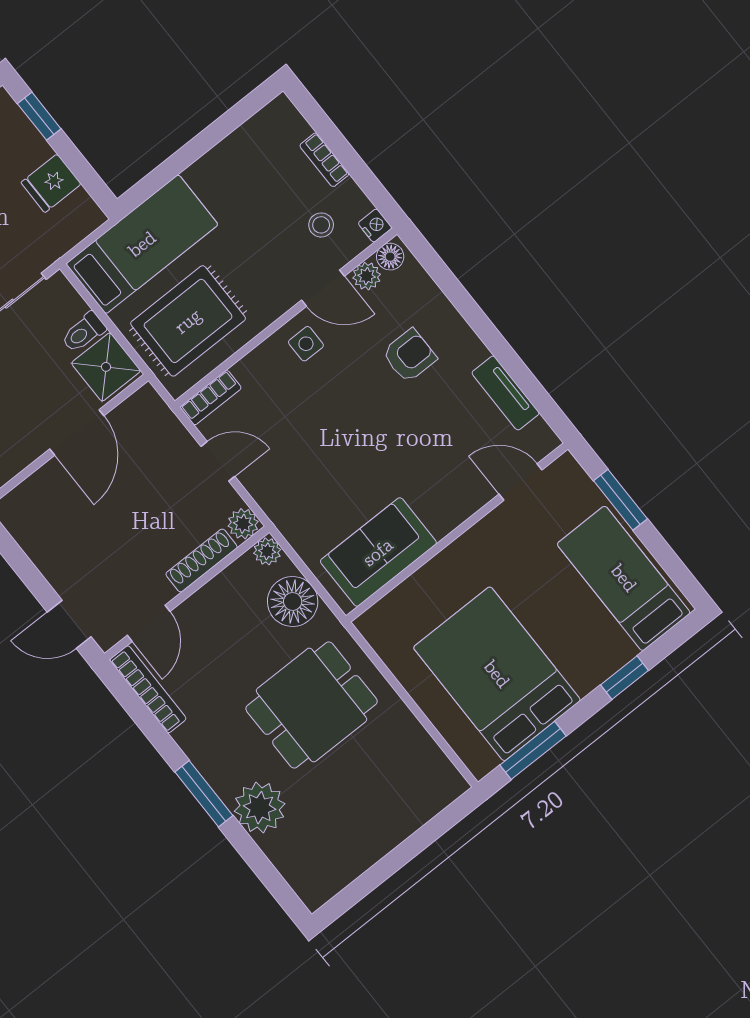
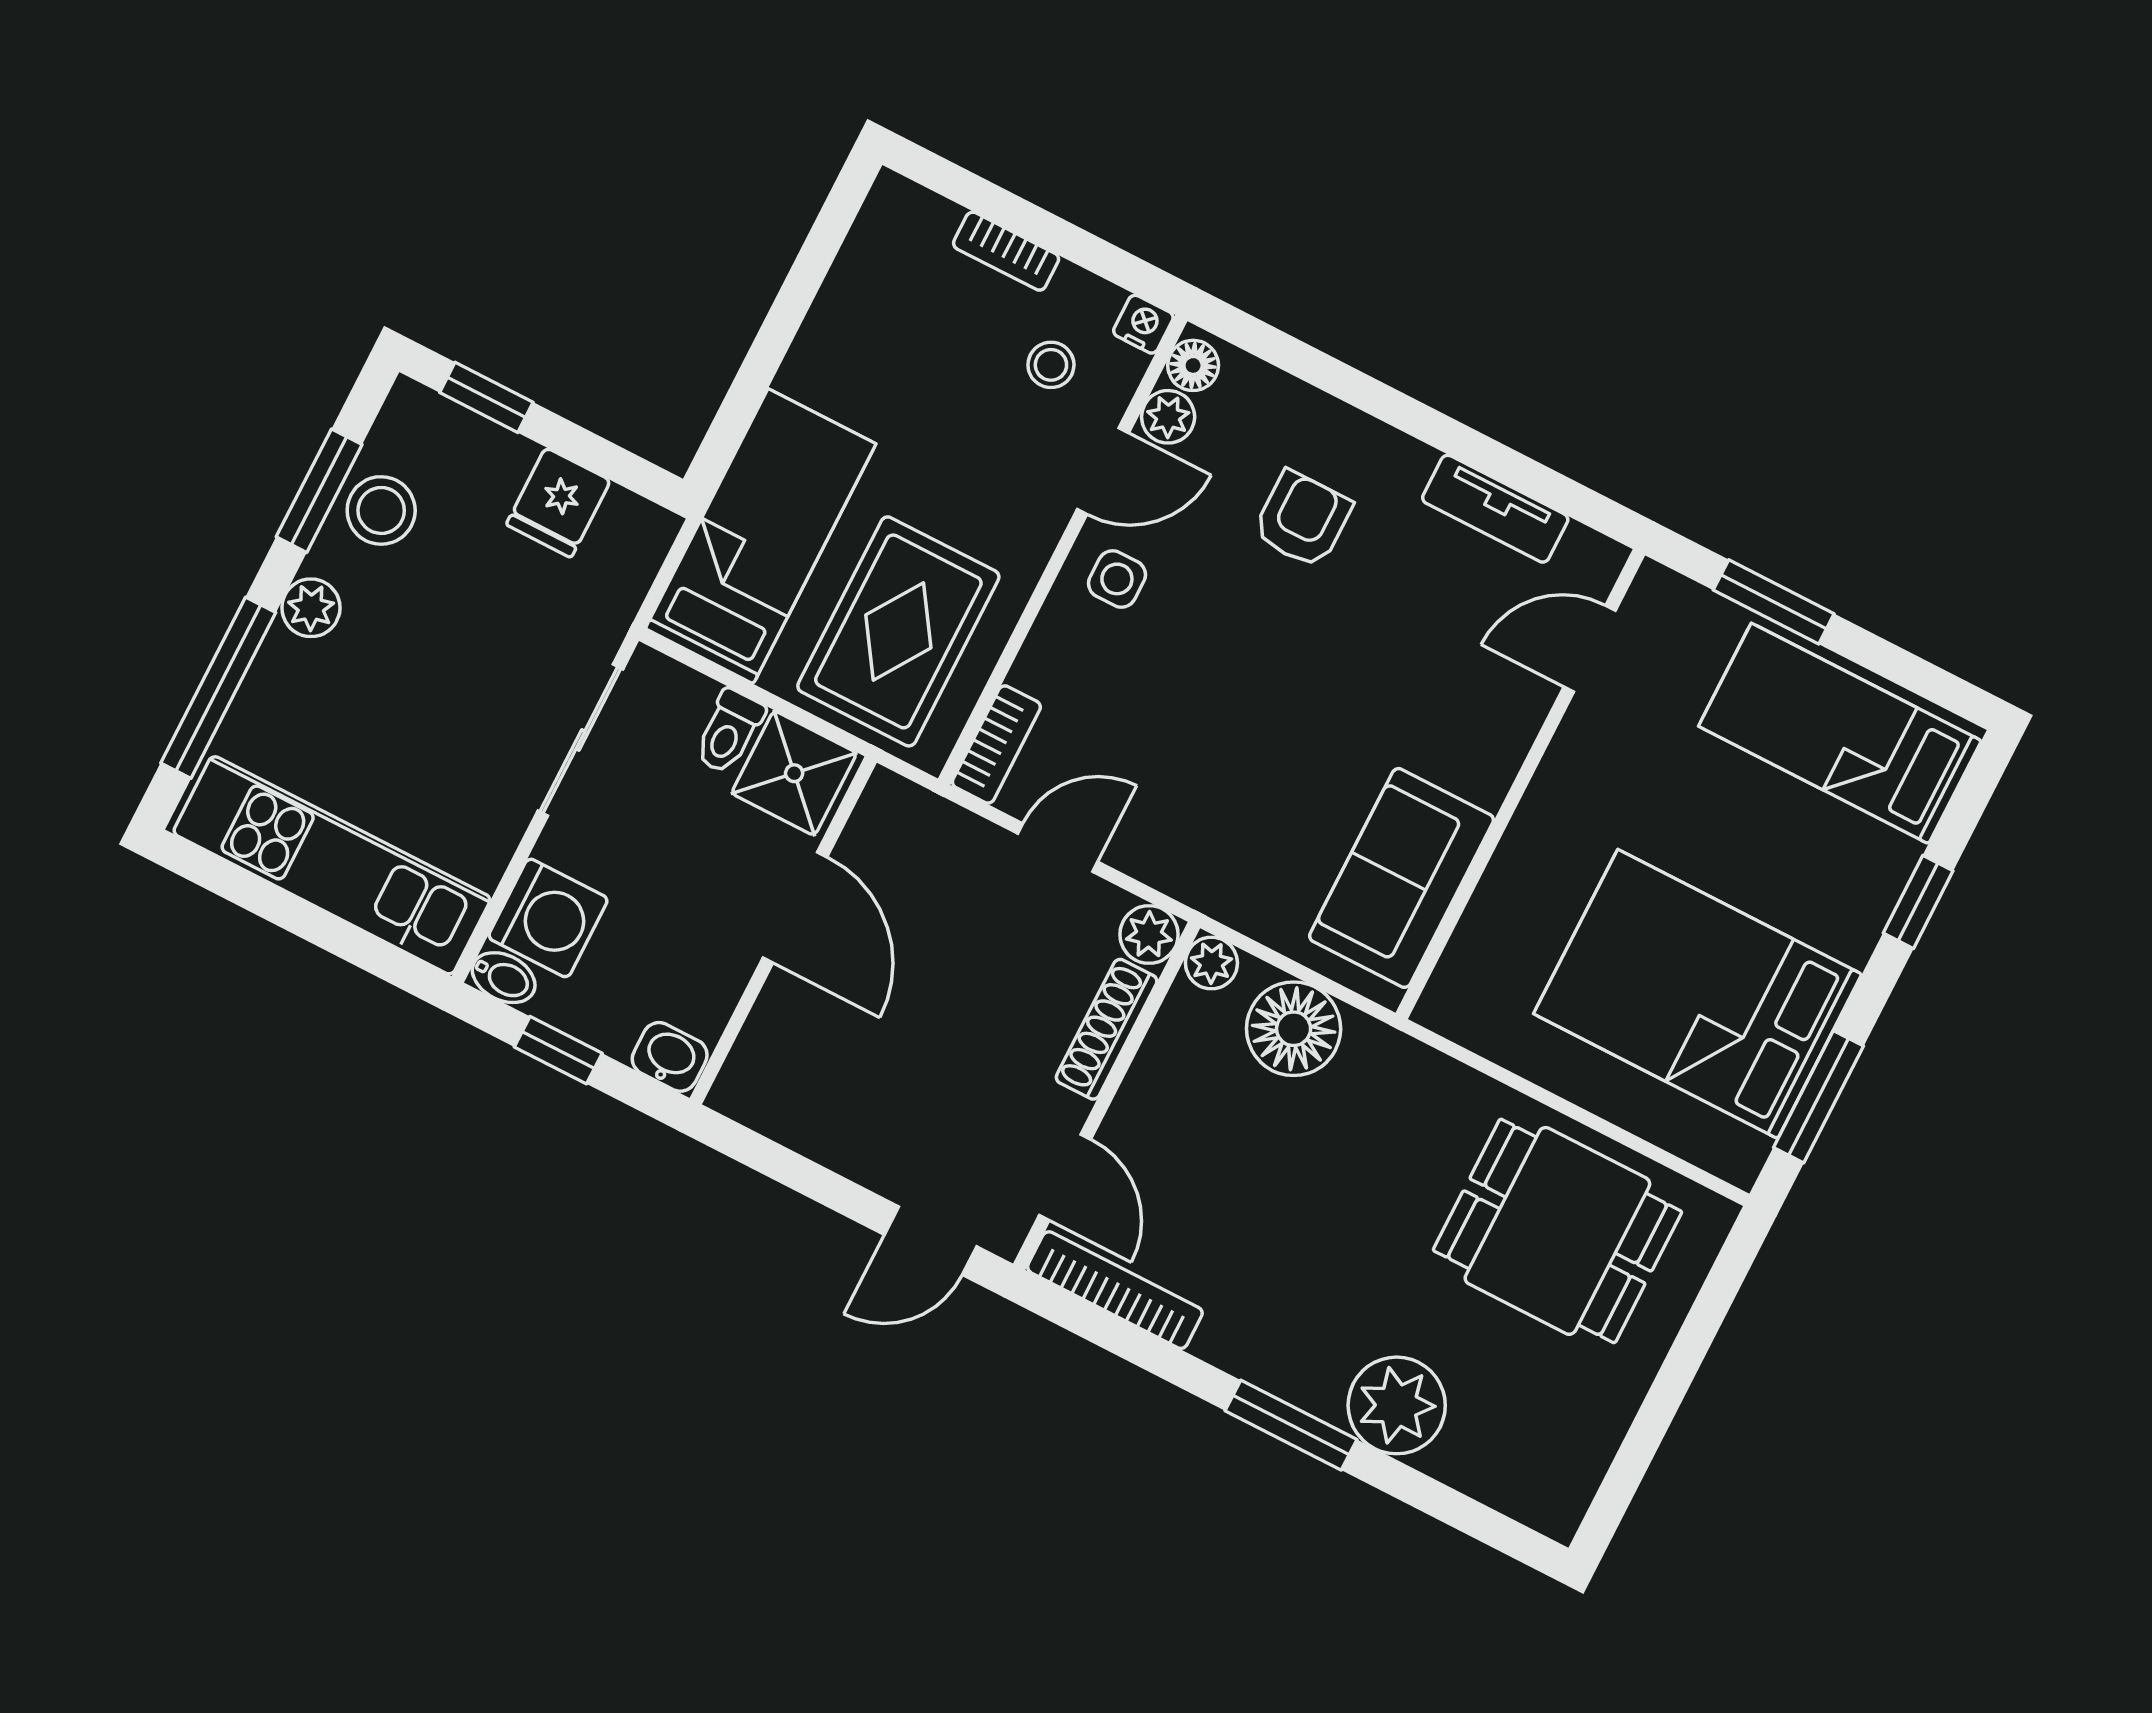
dining table: (312, 705) -> (1557, 1231), moved, turned 90

